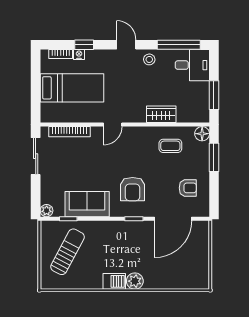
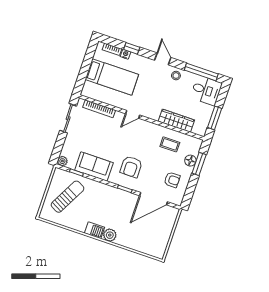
wardrobe: (161, 114) -> (176, 121), width x1.50
floor lamp: (202, 134) -> (190, 161), moved

